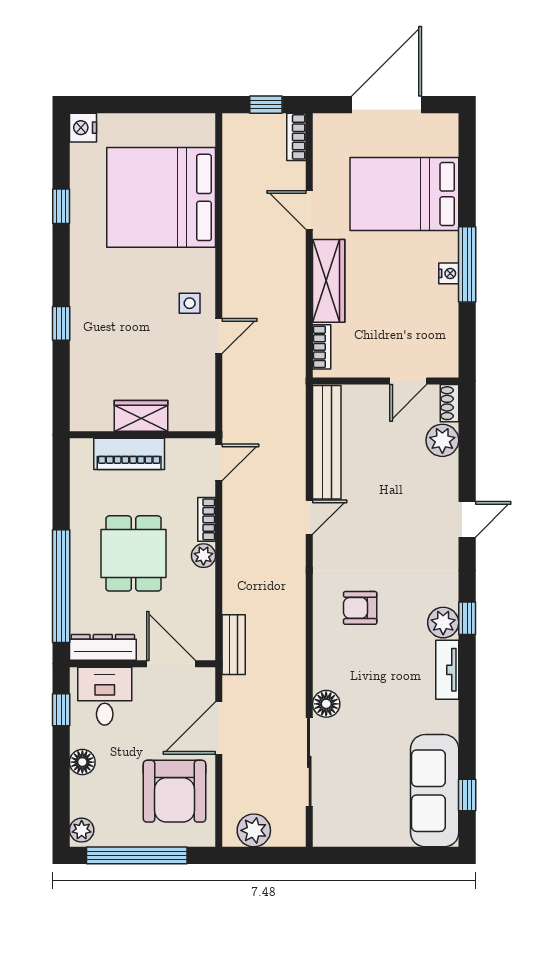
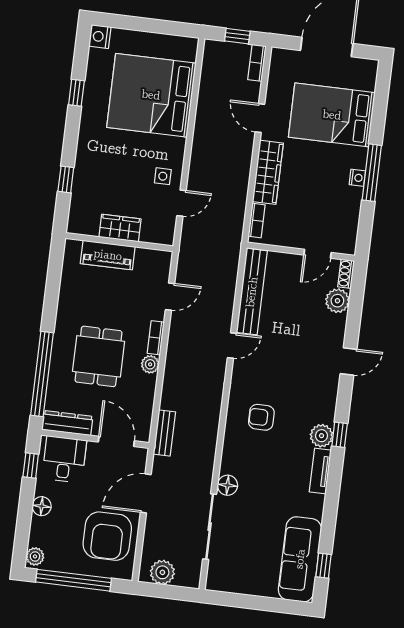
wardrobe: (141, 416) -> (120, 228), moved
wall: (142, 435) -> (119, 242), moved
piano: (129, 454) -> (108, 255), moved

